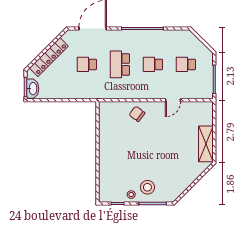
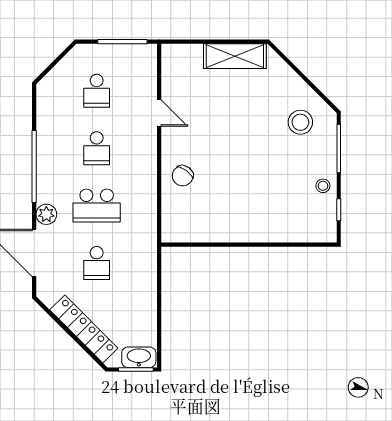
plant: (115, 35) -> (46, 214), added
stool: (147, 187) -> (300, 122), moved

